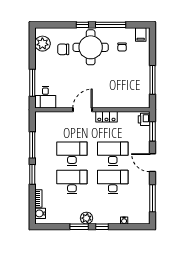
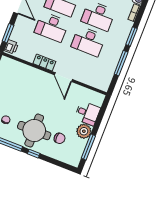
plant: (42, 44) -> (84, 131), moved
window: (32, 83) -> (88, 147), moved
desk: (45, 97) -> (87, 113), moved, turned 90
door: (83, 110) -> (63, 77), hinge flipped

